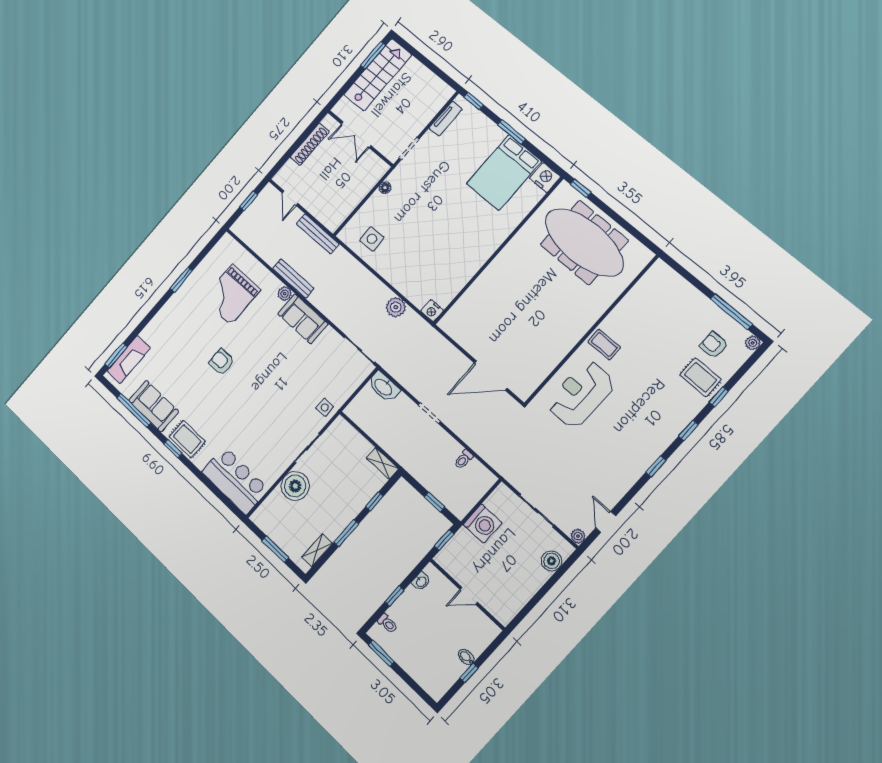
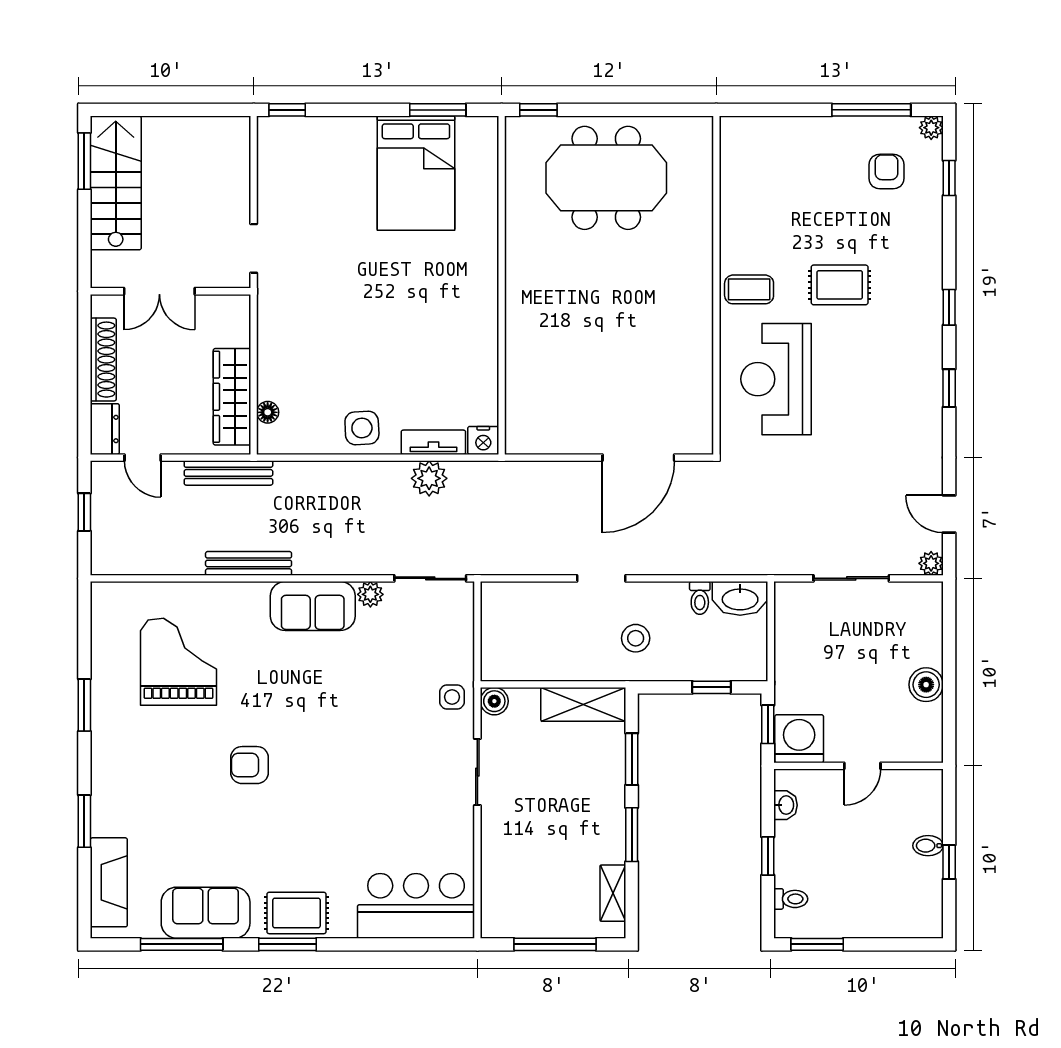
tv unit: (446, 119) -> (433, 442), moved, turned -90
window: (512, 132) -> (438, 110), moved
dresser: (286, 174) -> (105, 429), added
nightstand: (545, 178) -> (478, 135), removed
floor lamp: (385, 188) -> (268, 412), moved
wardrobe: (347, 203) -> (232, 397), added
side table: (372, 239) -> (362, 428), moved
meeting table: (584, 243) -> (606, 178), width x0.73
grand piano: (231, 294) -> (178, 662), turned 180
plant: (285, 294) -> (370, 594), moved
armchair: (714, 345) -> (887, 171), turned 90
window: (116, 355) -> (84, 821), moved
rug: (701, 377) -> (840, 285), moved
washbasin: (384, 387) -> (740, 598), moved
window: (719, 397) -> (949, 178), moved
window: (173, 449) -> (288, 944), width x1.50
stool: (421, 452) -> (636, 638), added
shelving: (382, 463) -> (583, 704), width x1.50, depth x1.33
boiler: (295, 486) -> (494, 701), moved, width x0.54, depth x0.54
window: (374, 501) -> (632, 759), width x1.50
washing machine: (483, 524) -> (799, 739), moved, turned -90
window: (275, 549) -> (555, 944), width x1.44
boiler: (552, 561) -> (926, 685), moved

